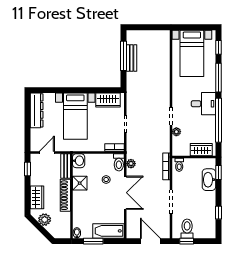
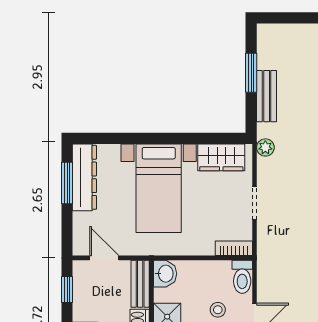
window: (124, 56) -> (251, 73), width x0.69
bench: (132, 58) -> (267, 96), moved
window: (27, 113) -> (67, 183), added
door: (47, 152) -> (104, 258), hinge flipped
plant: (131, 164) -> (265, 147), moved

